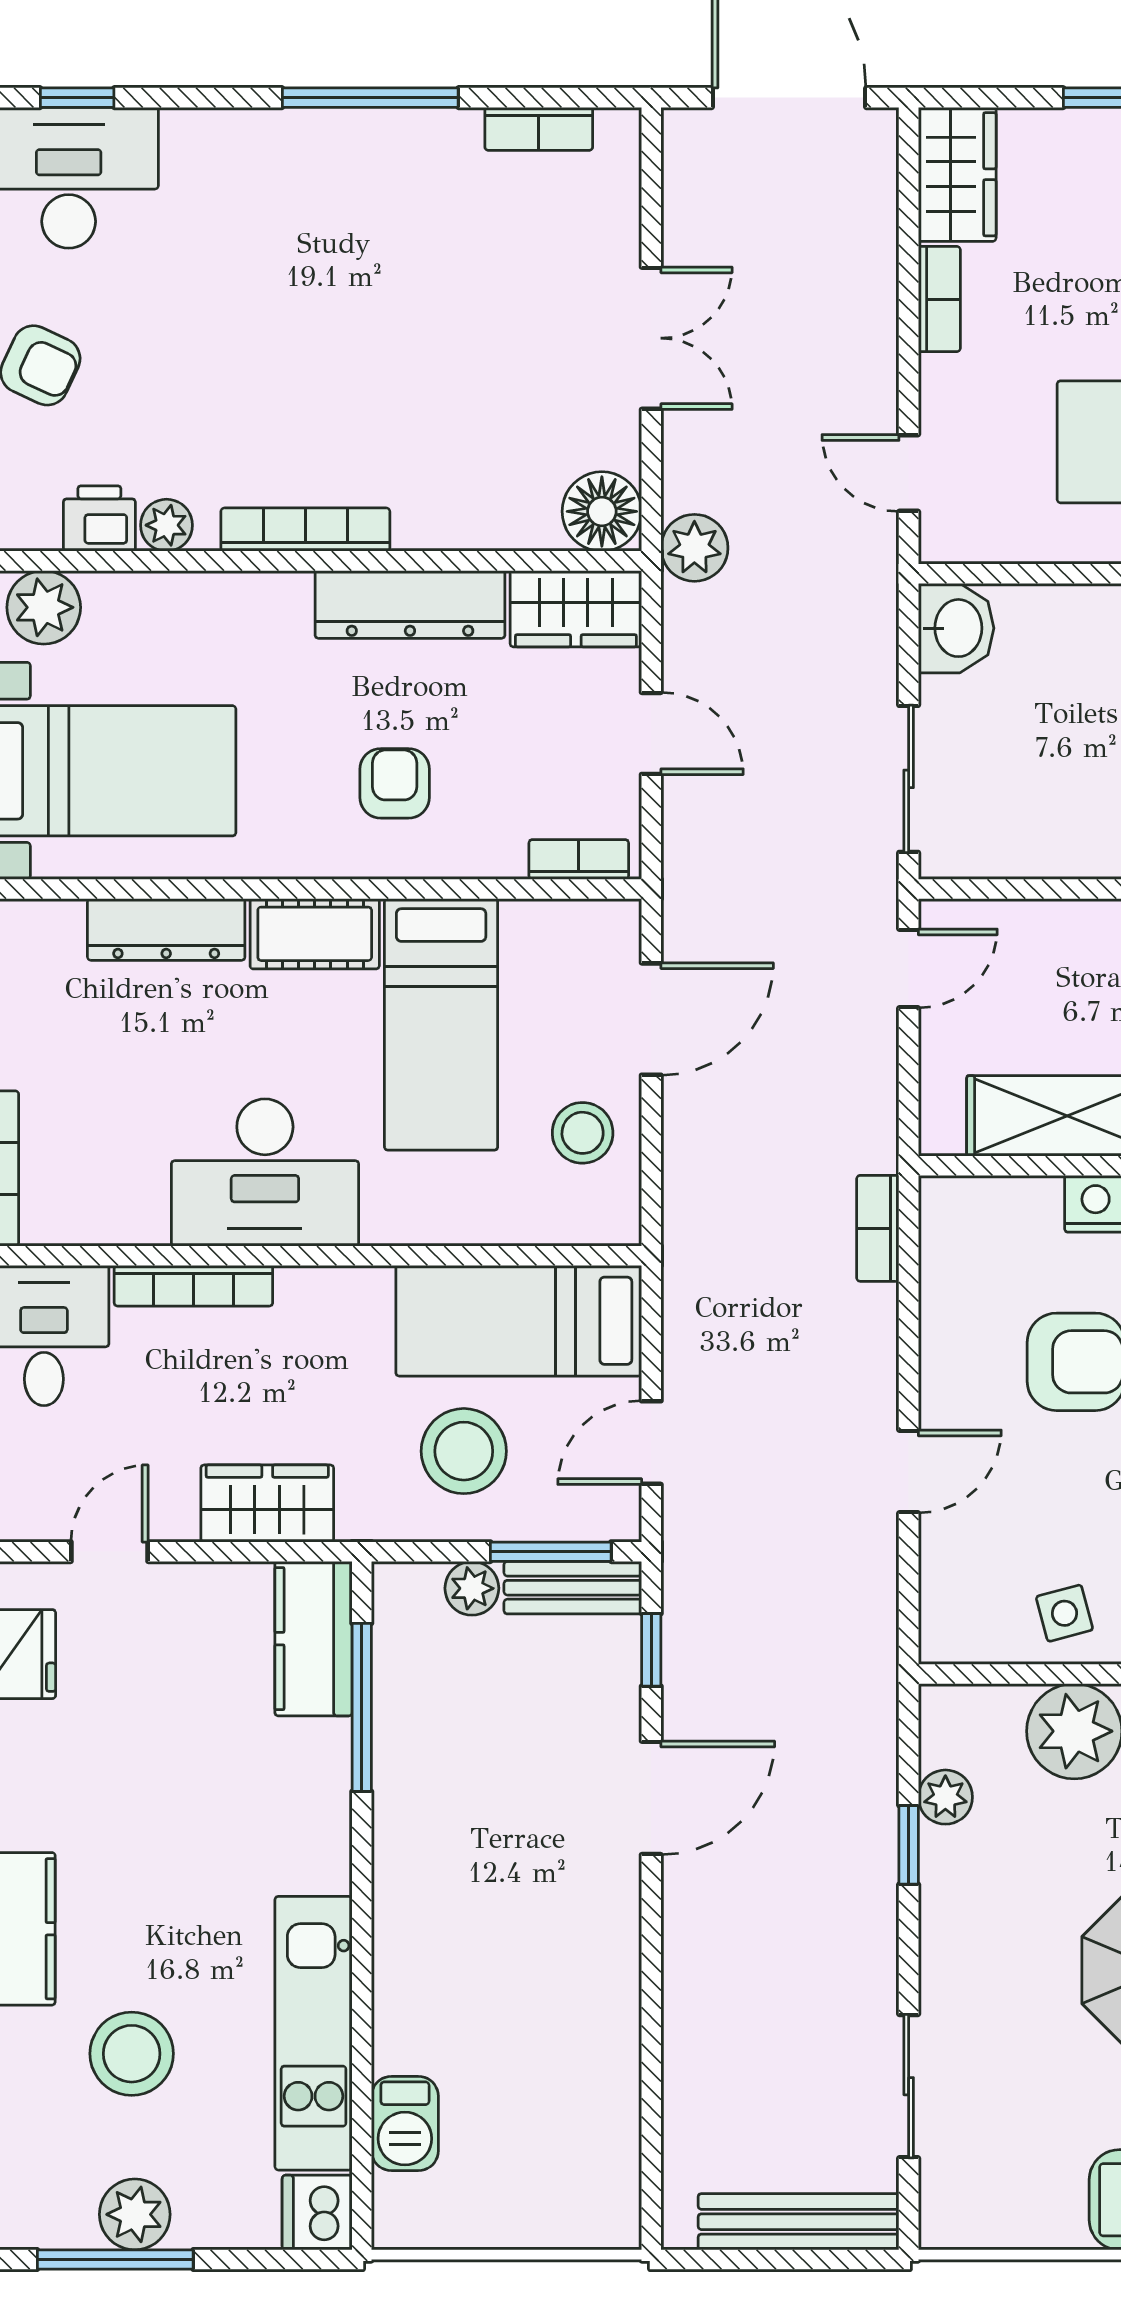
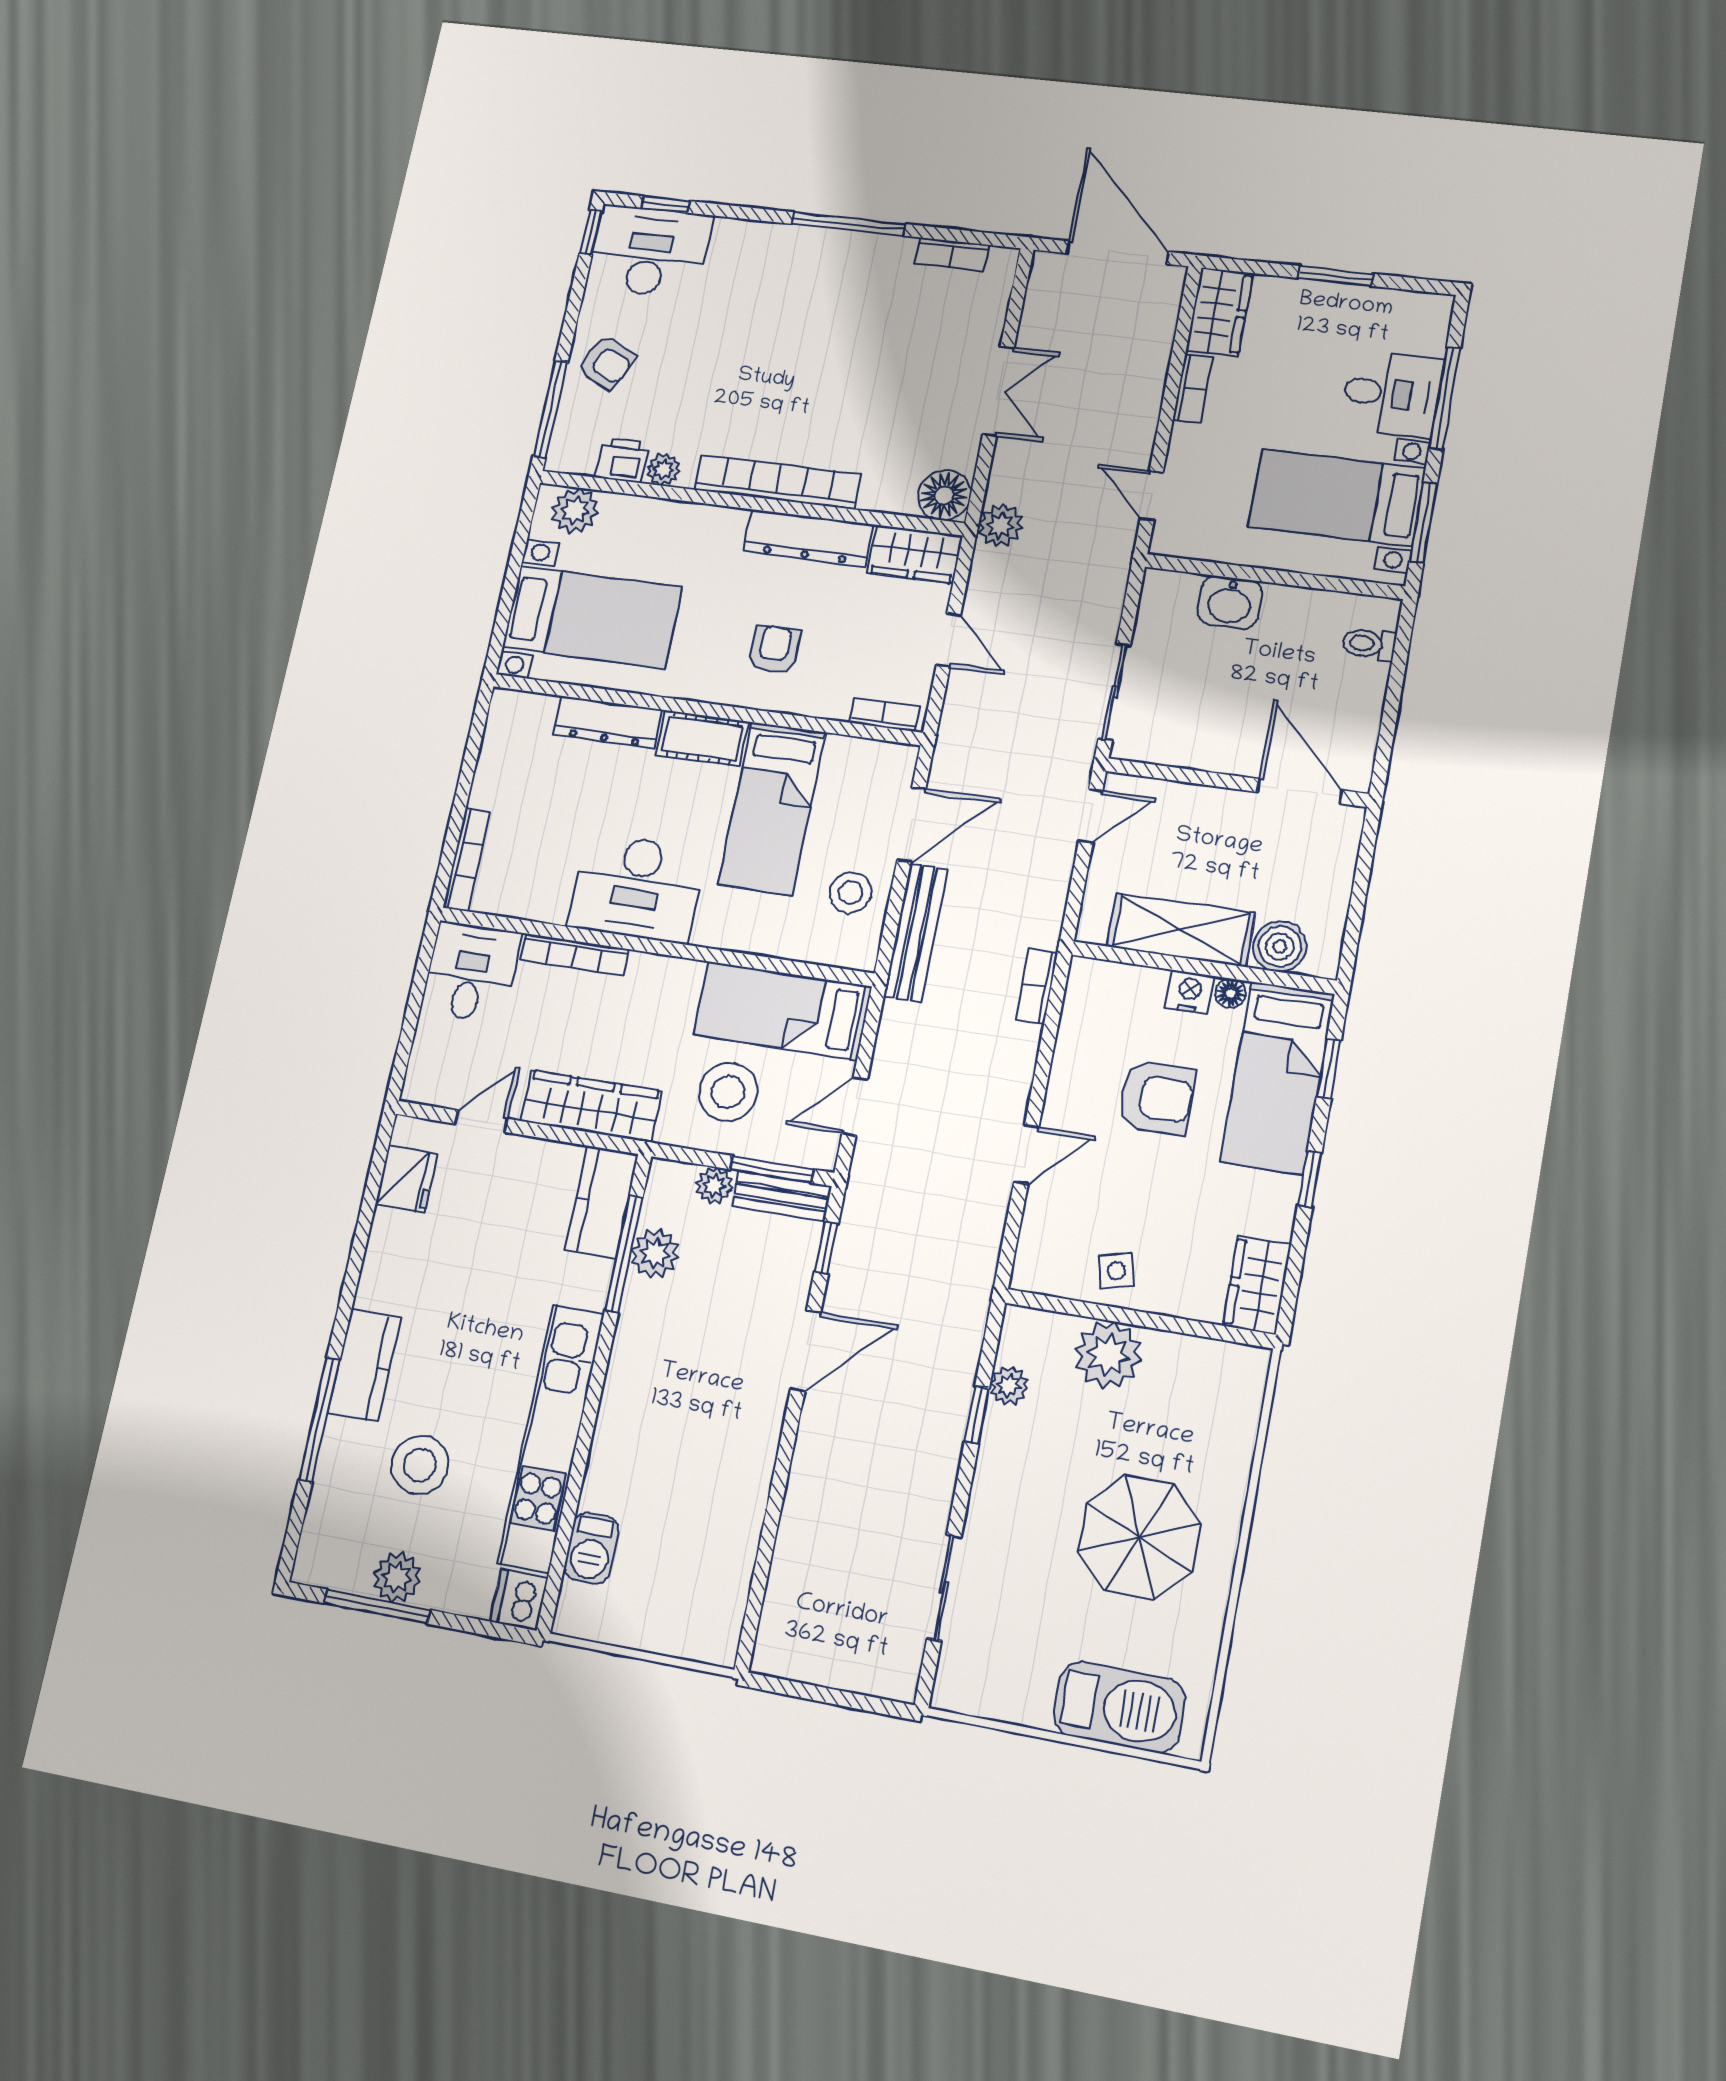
bookcase: (305, 530) -> (778, 482), width x1.48, depth x1.31
washbasin: (956, 628) -> (1230, 602), moved, turned 90
wardrobe: (267, 1504) -> (591, 1106), width x1.50
plant: (407, 1699) -> (655, 1254), added
kitchen unit: (314, 2033) -> (551, 1438), width x1.36
bench: (799, 2222) -> (916, 933), moved, turned 90

